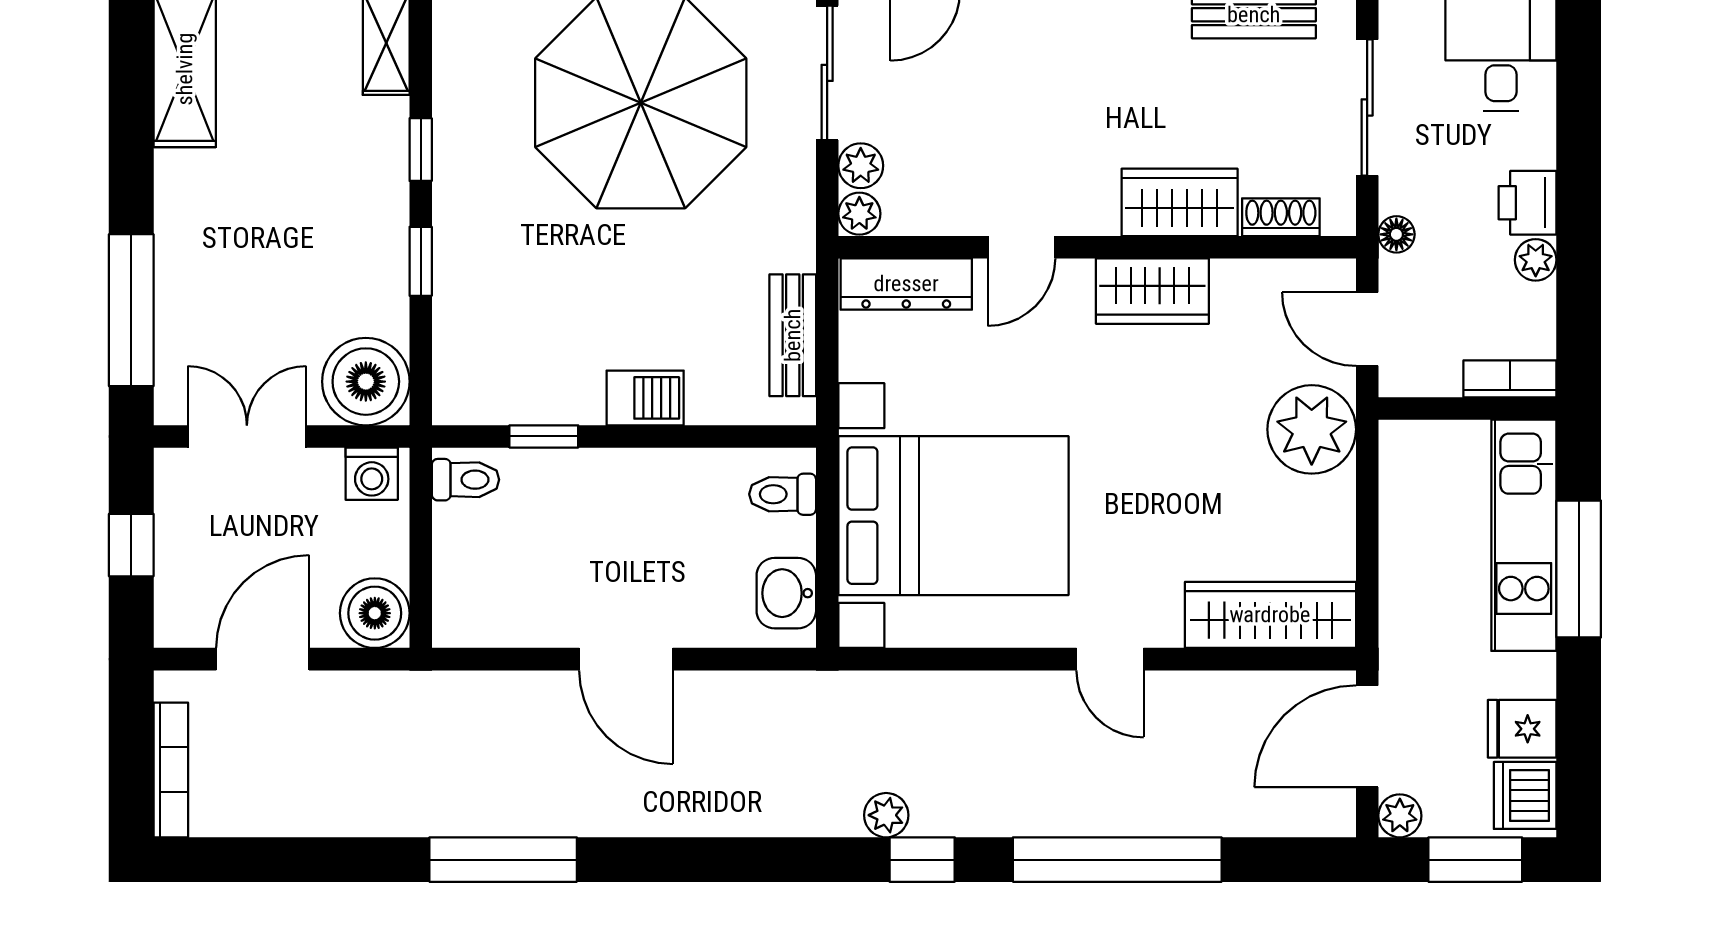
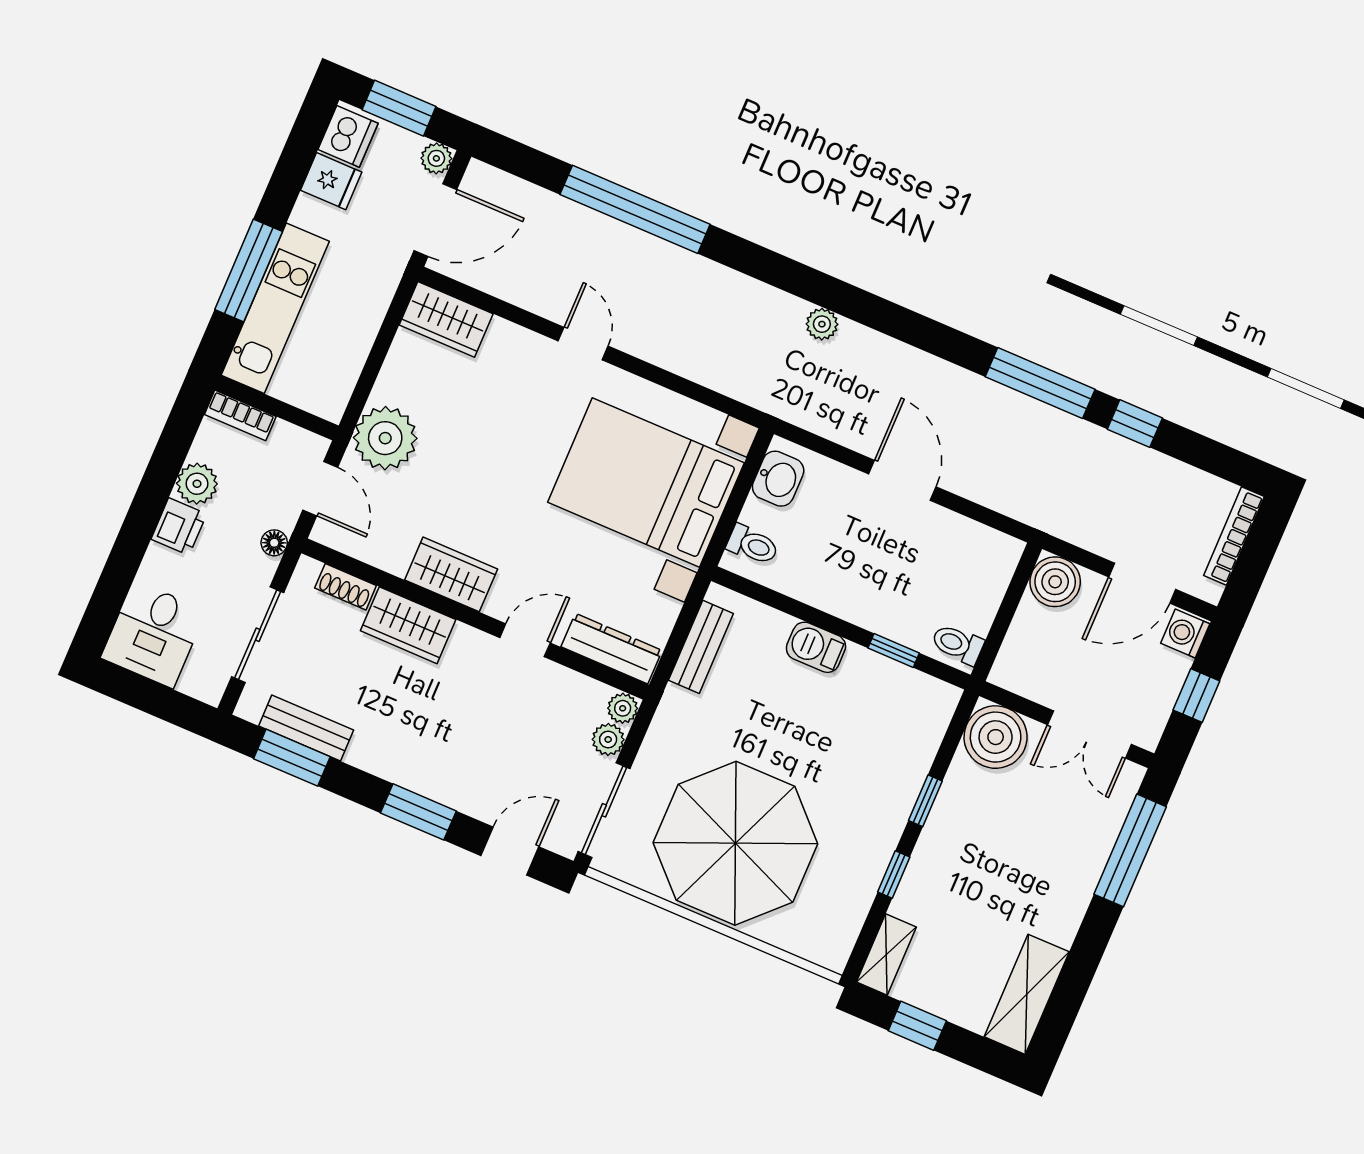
plant: (1536, 260) -> (197, 484), width x1.38, depth x1.38
washing machine: (372, 474) -> (1185, 634), moved, turned -90
wardrobe: (1270, 615) -> (446, 319), width x0.67
plant: (886, 815) -> (822, 324), moved
window: (922, 860) -> (1135, 424), moved

